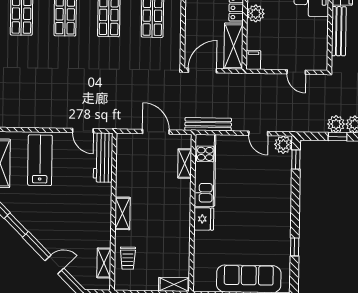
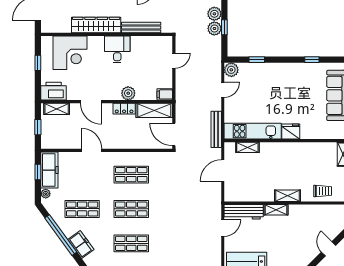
window: (296, 159) -> (257, 60), moved
shelving: (104, 263) -> (276, 210), moved

